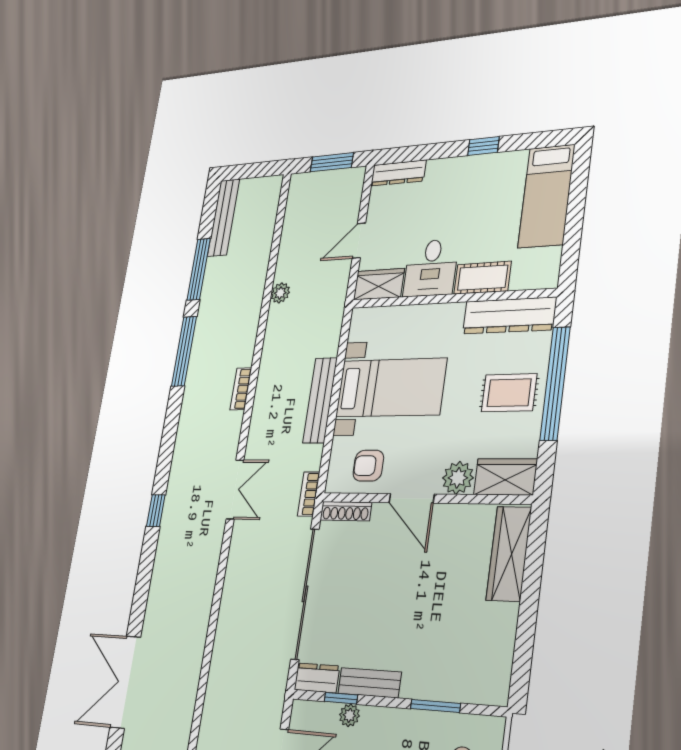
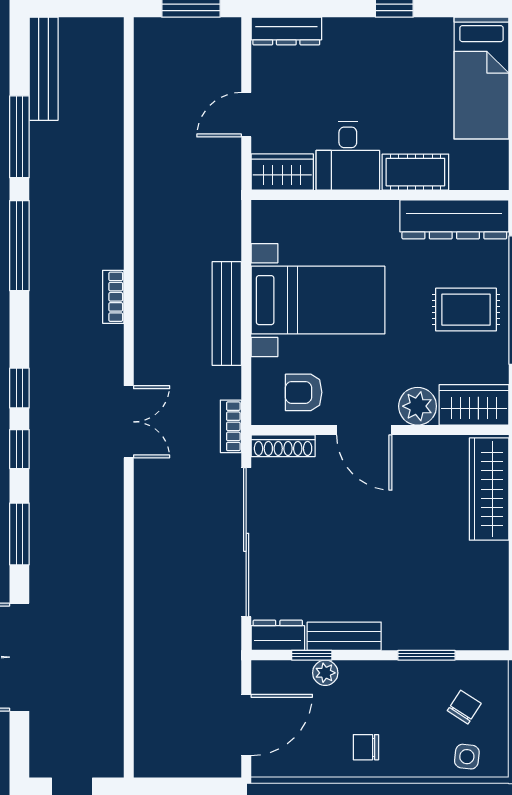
plant: (280, 293) -> (147, 176), removed
window: (164, 462) -> (19, 388), added
window: (144, 579) -> (19, 534), added

